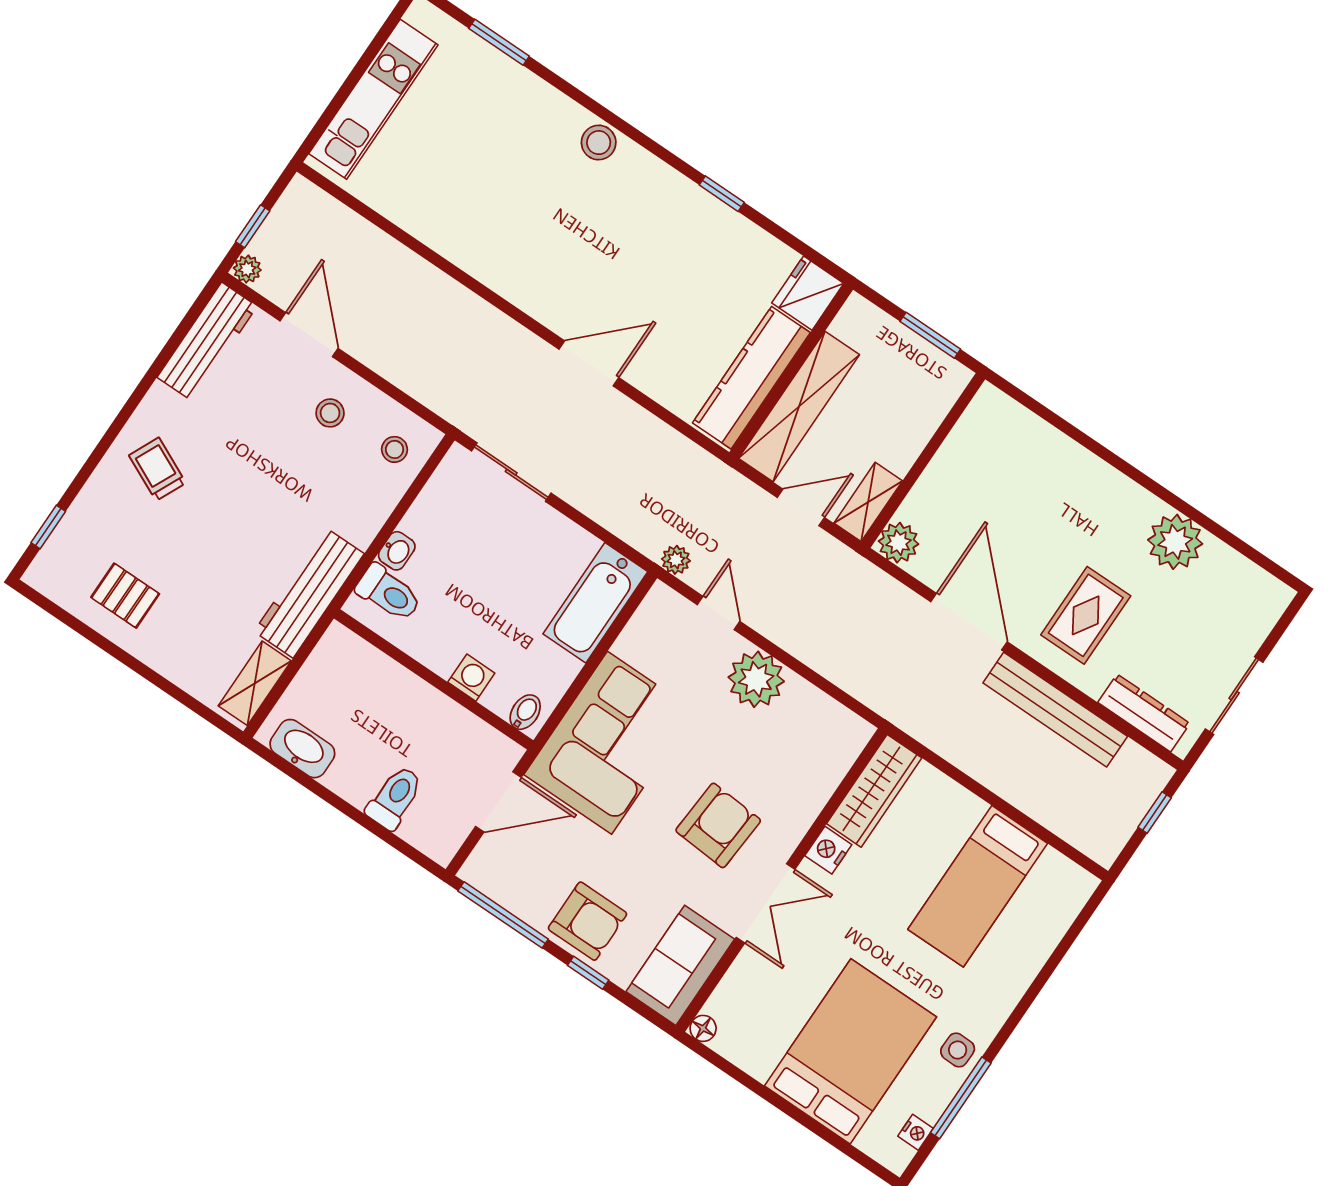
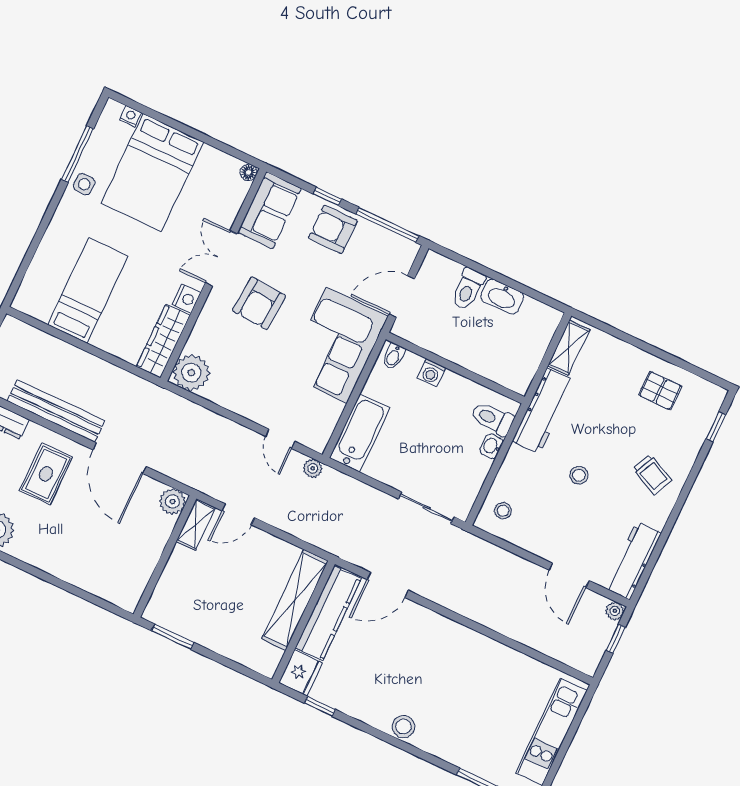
fridge: (808, 293) -> (301, 673), moved
wall: (791, 371) -> (303, 622), moved
kitchen counter: (751, 378) -> (328, 613), moved
shelving: (799, 407) -> (295, 600), moved
stool: (330, 413) -> (579, 475), moved
plant: (756, 679) -> (191, 373), moved
washbasin: (302, 749) -> (502, 297), moved
nightstand: (916, 1132) -> (130, 116), moved, turned 90

